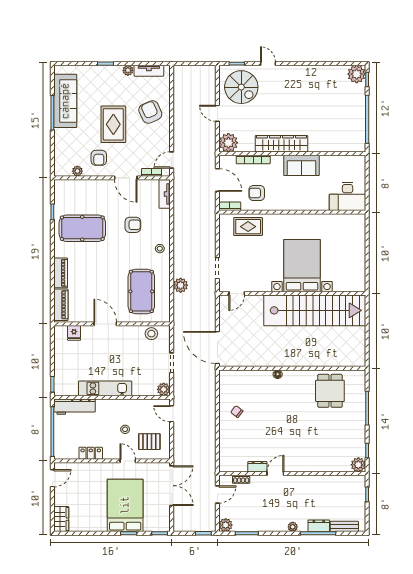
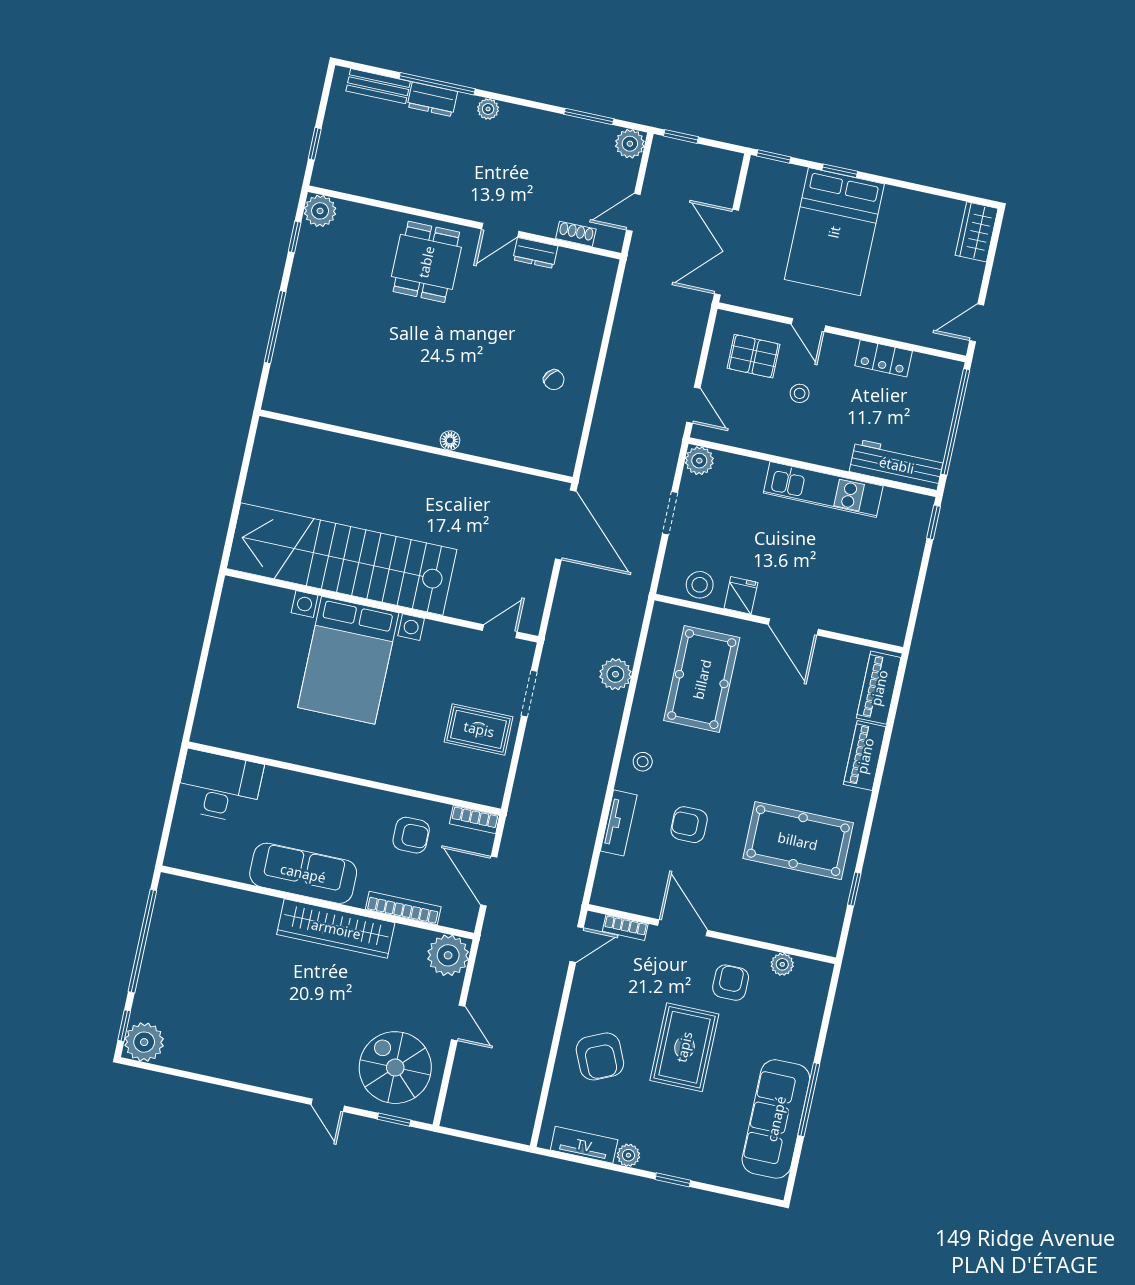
sofa: (301, 165) -> (303, 873), width x1.36
tv unit: (165, 194) -> (619, 823), moved
rug: (248, 227) -> (479, 729), moved
fridge: (74, 333) -> (741, 595), moved
dining table: (330, 391) -> (426, 262), moved

